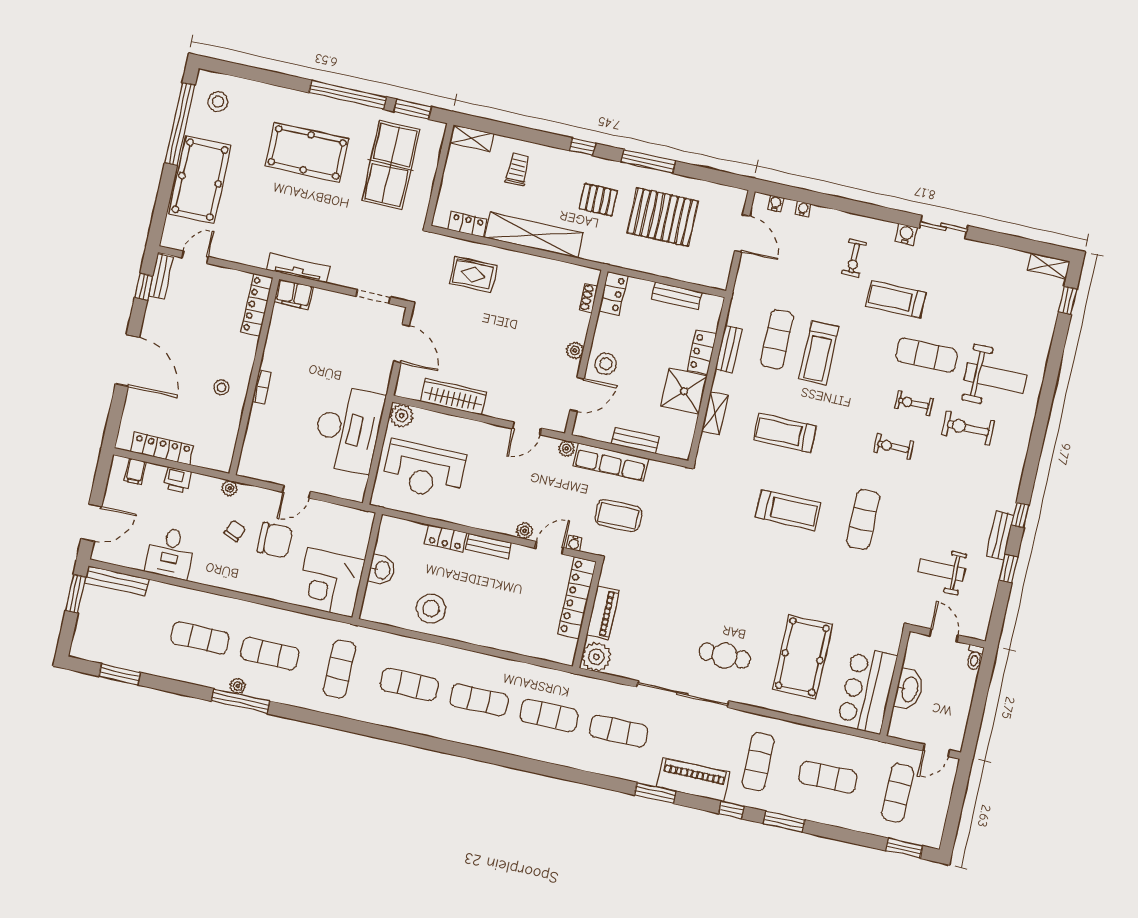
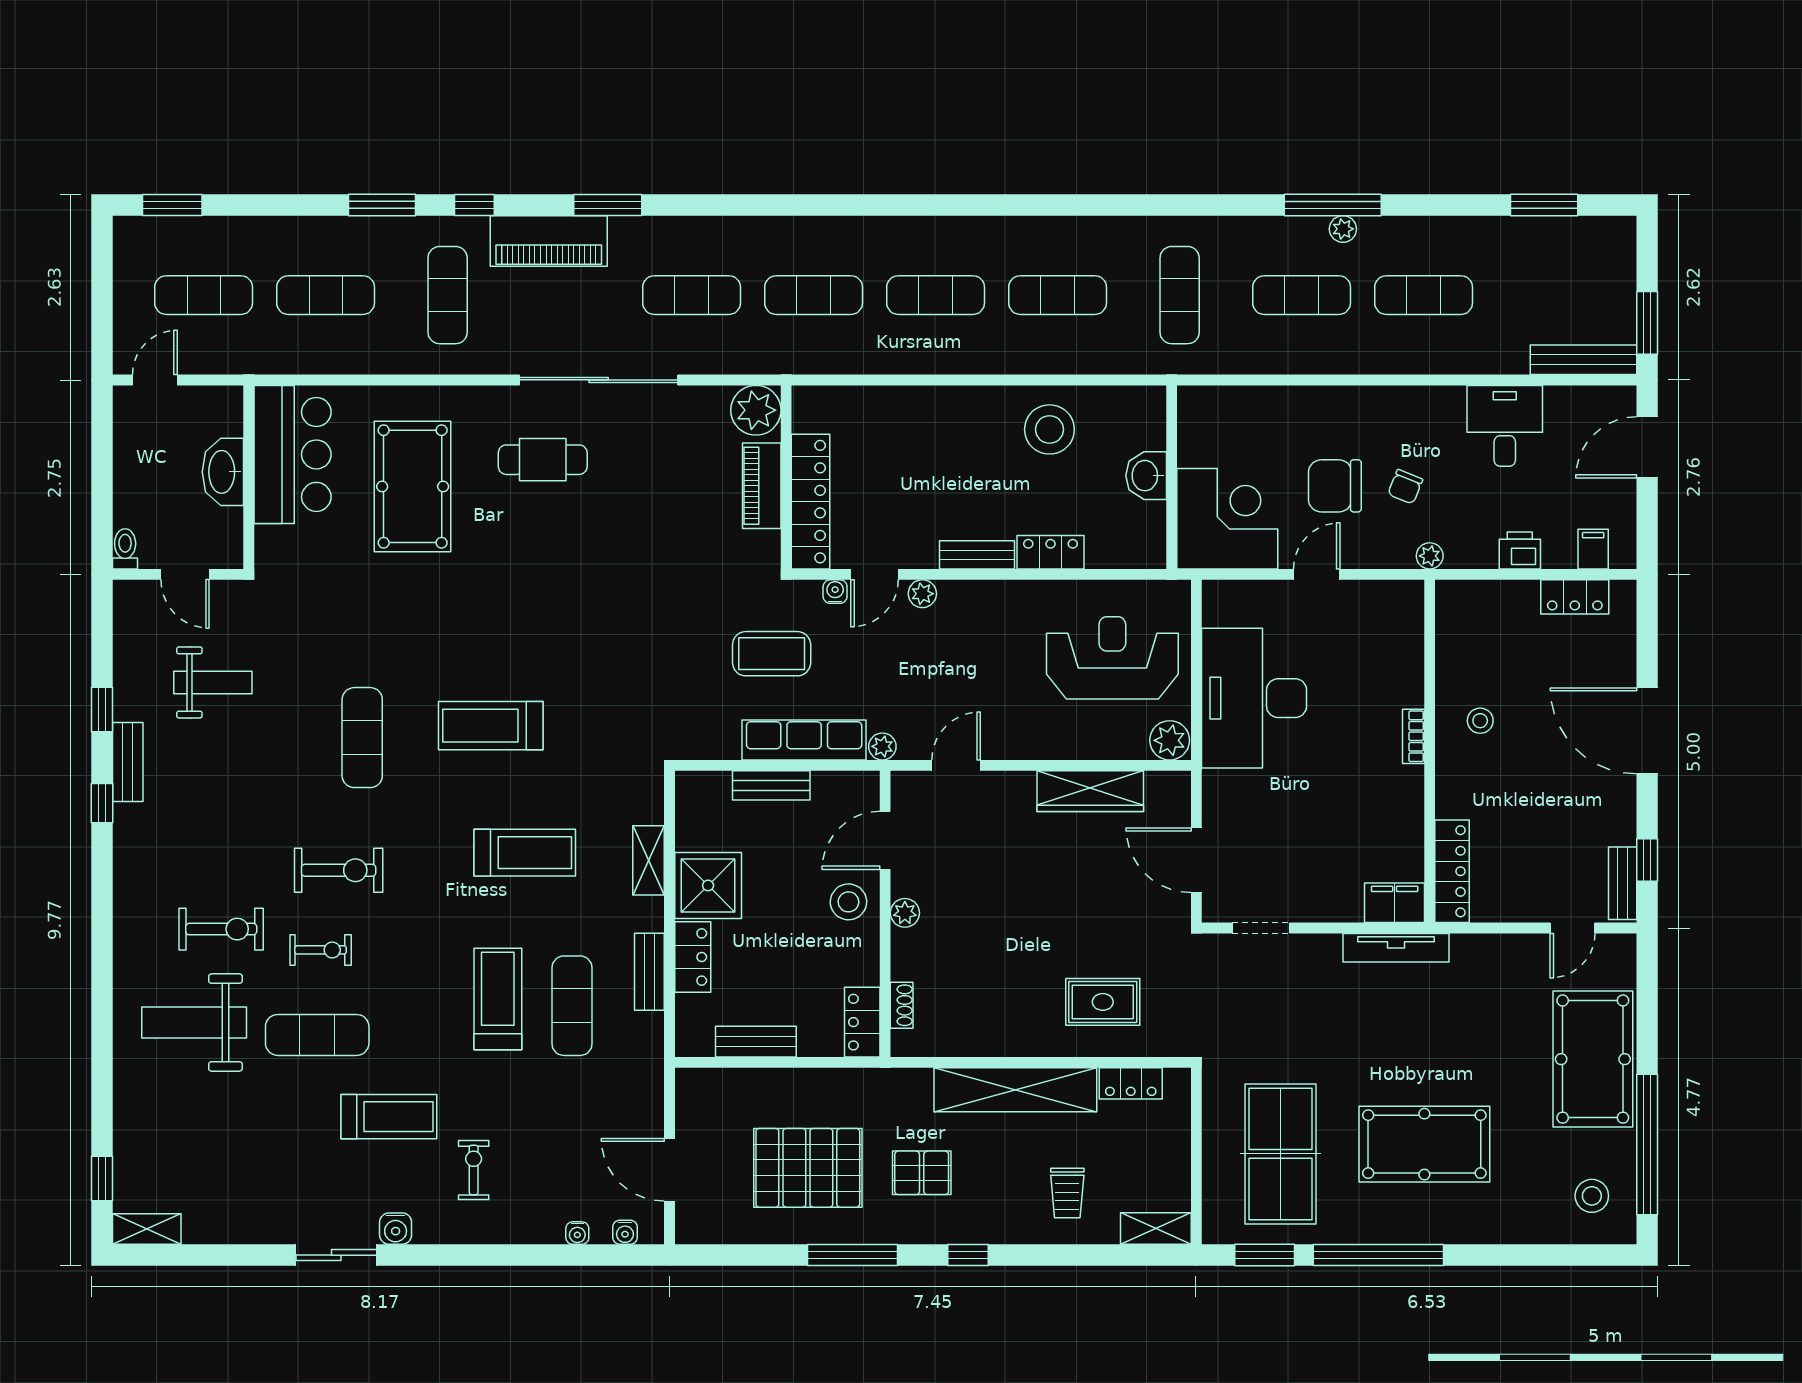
exercise bike: (893, 447) -> (339, 870), width x1.38, depth x1.39
locker: (162, 449) -> (1575, 597), width x0.66
corner desk: (330, 583) -> (1227, 519), moved
exercise mat: (898, 793) -> (204, 295), turned 90

